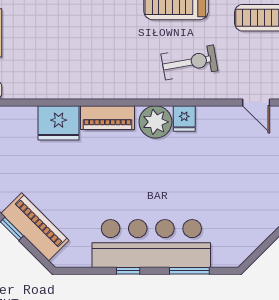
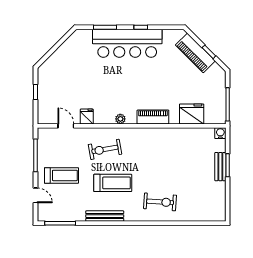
fridge: (184, 118) -> (87, 116), moved
plant: (155, 122) -> (120, 119), width x0.53, depth x0.53
fridge: (59, 123) -> (192, 114), moved

